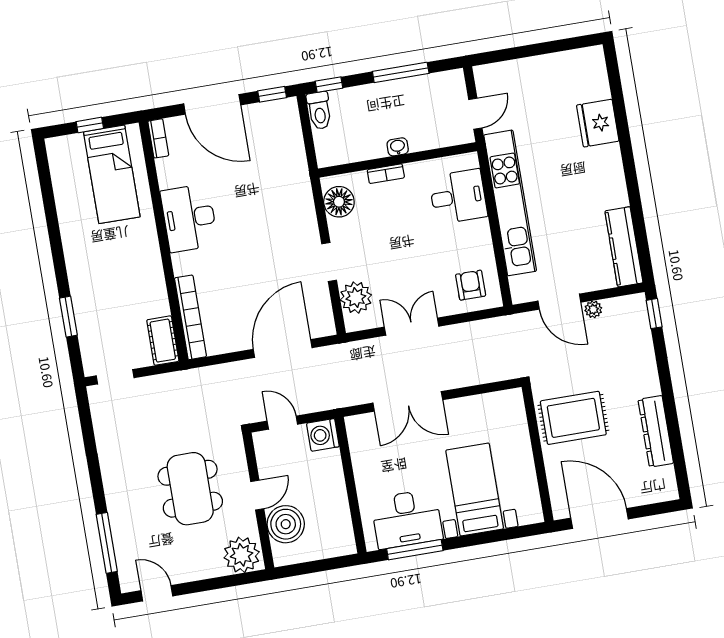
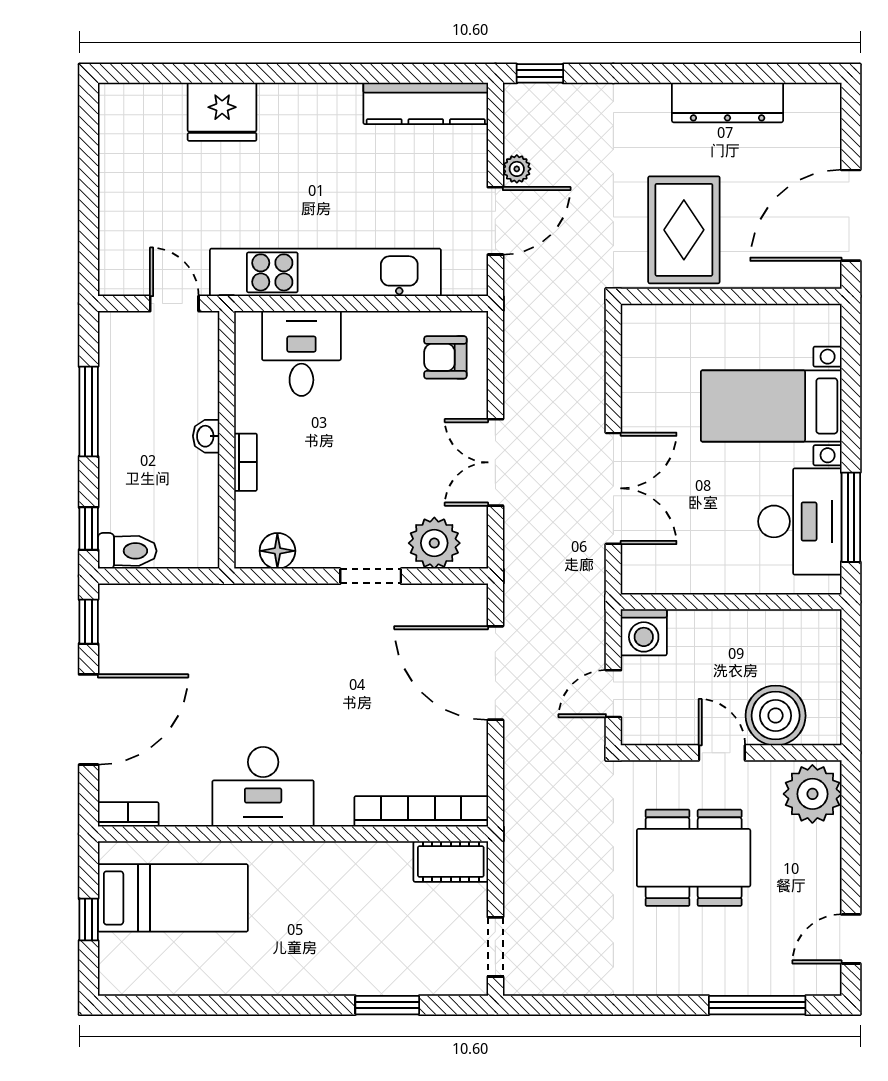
floor lamp: (339, 202) -> (277, 551), width x0.73, depth x0.73

